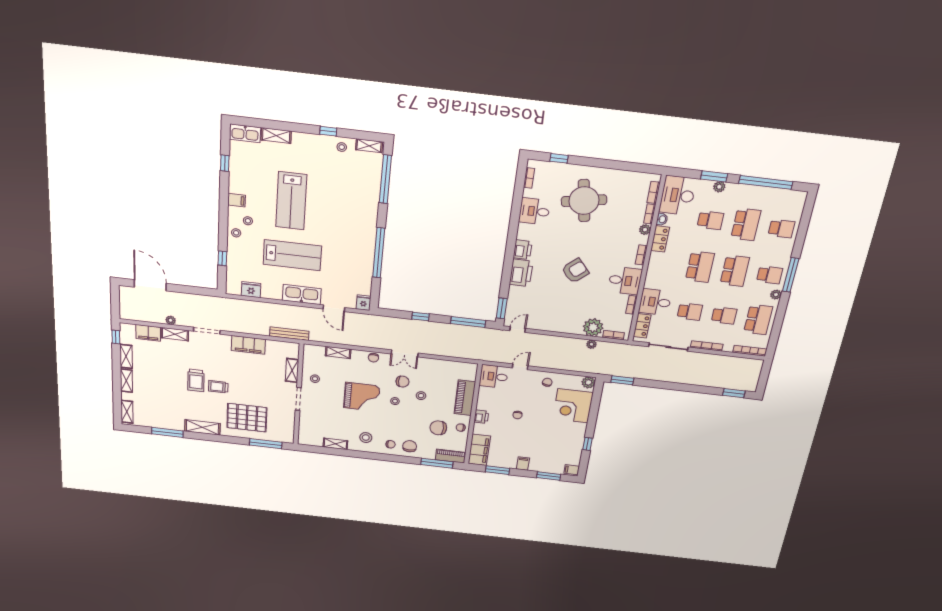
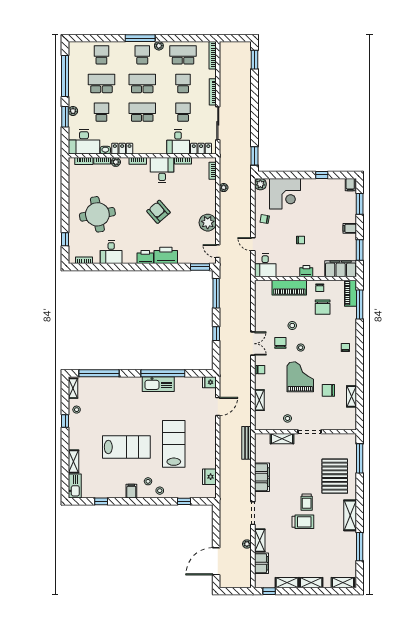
kitchen sink: (302, 295) -> (158, 384), moved, turned -90
plant: (593, 327) -> (208, 223), moved
stool: (366, 438) -> (341, 370), removed
chair: (410, 446) -> (328, 390), moved

